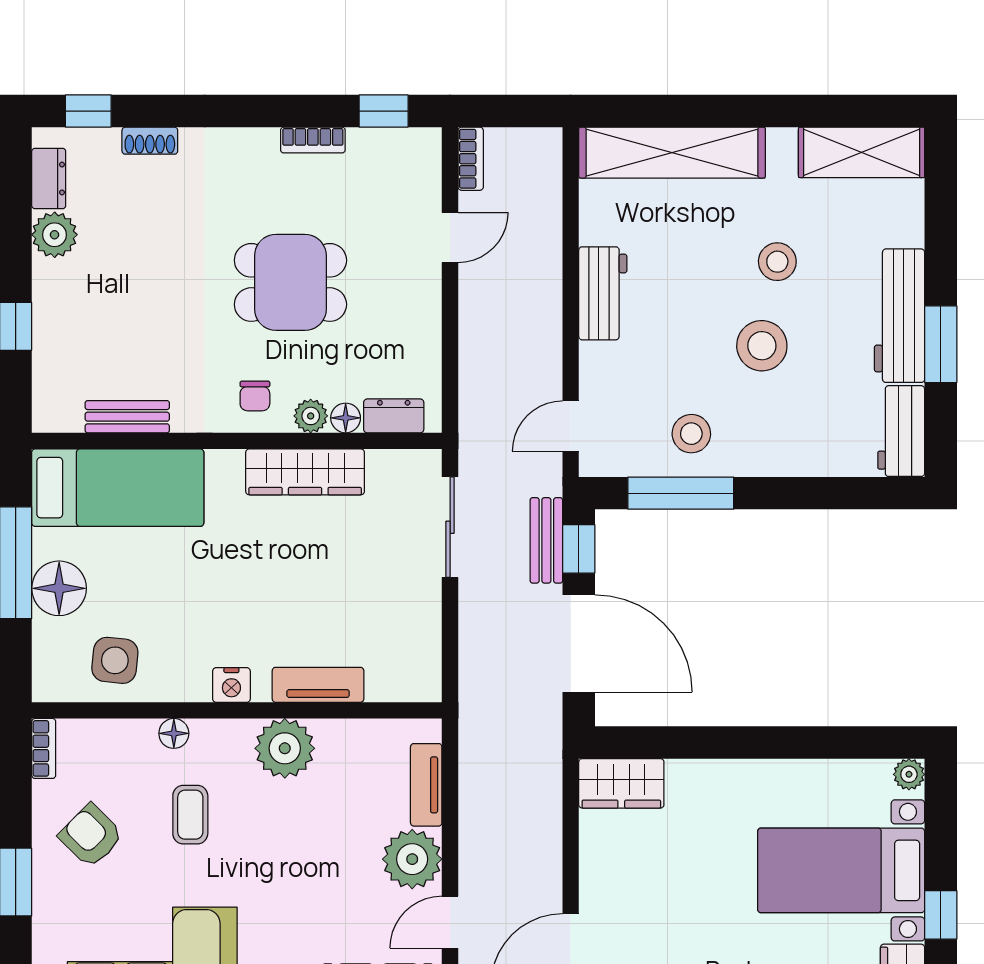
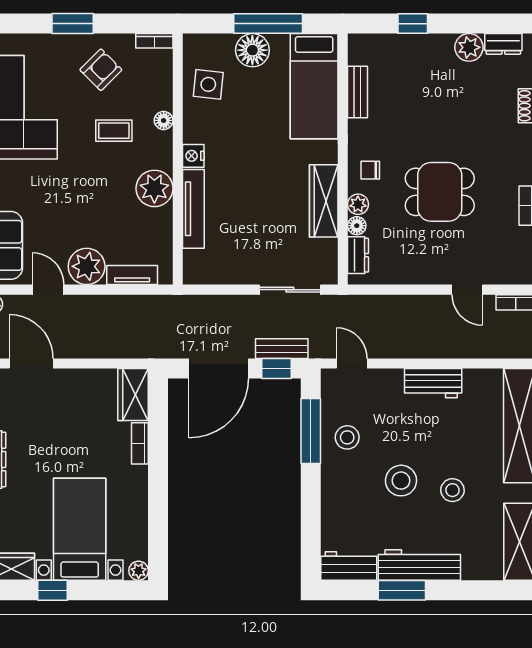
dining table: (290, 282) -> (440, 192), turned 90
tv unit: (318, 685) -> (193, 209), width x1.41
bookcase: (701, 772) -> (140, 443), added

